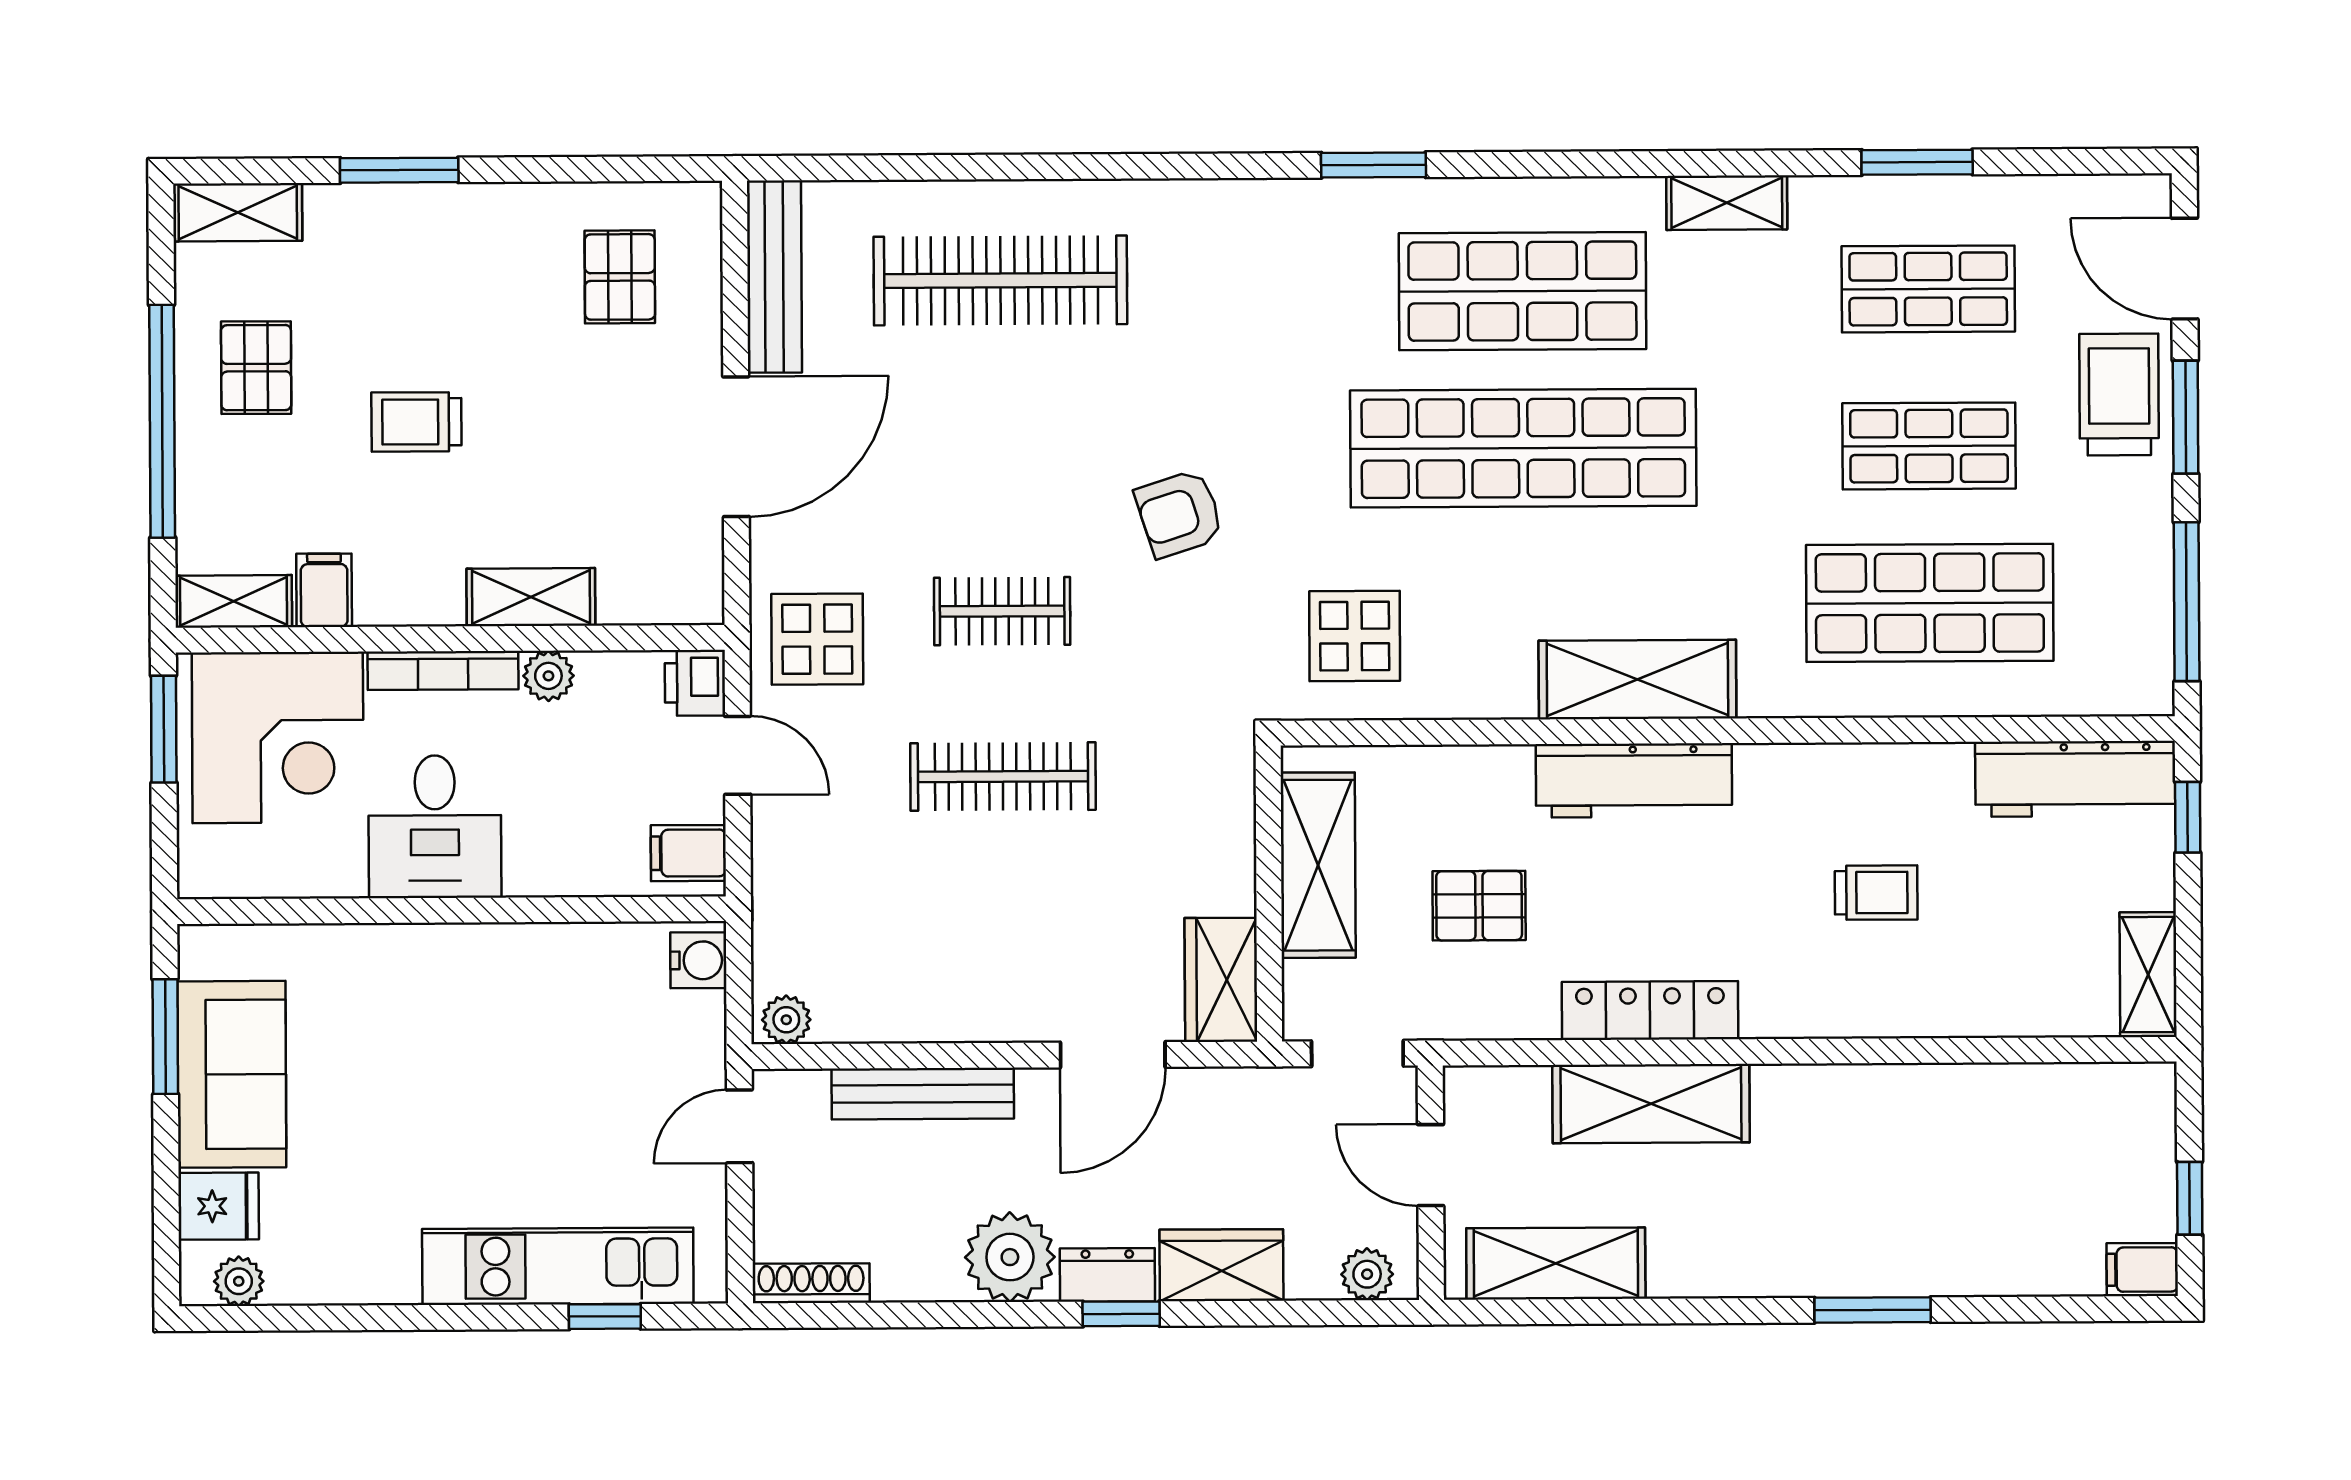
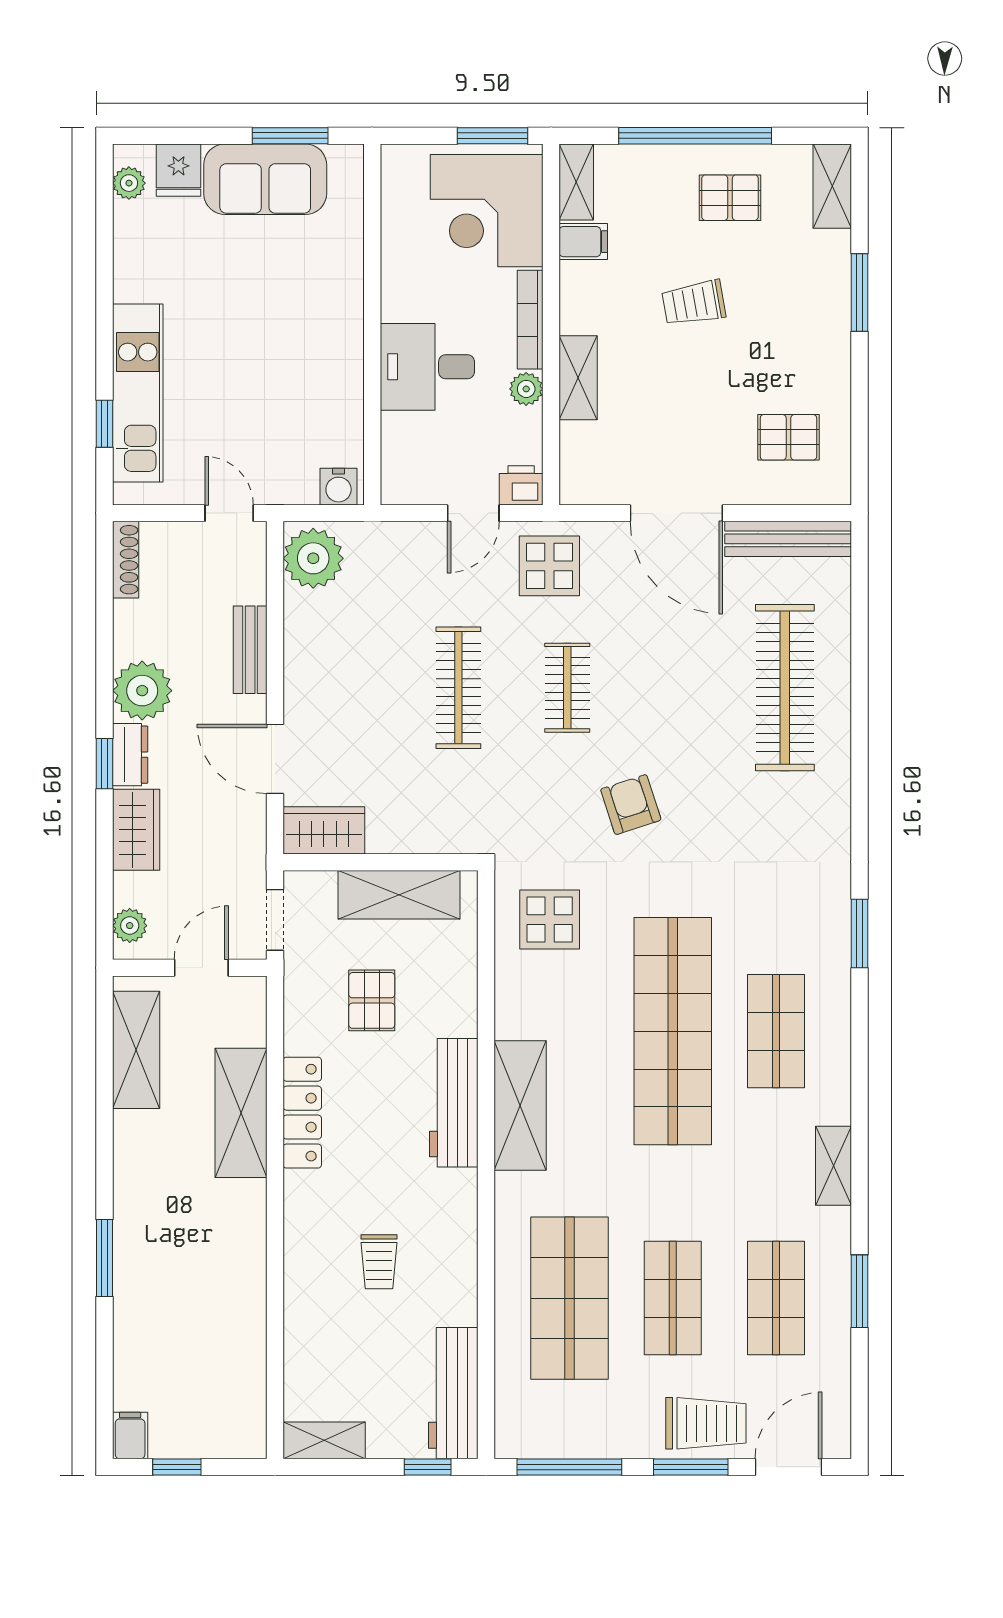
shop shelf: (1522, 291) -> (776, 1031), width x0.70, depth x0.74
trolley: (416, 422) -> (694, 303), turned -100
desk: (435, 827) -> (427, 367), moved
filing cabinet: (688, 853) -> (409, 480), removed
plant: (786, 1020) -> (313, 558), width x1.88, depth x1.88
bench: (923, 1094) -> (250, 650), width x0.73

